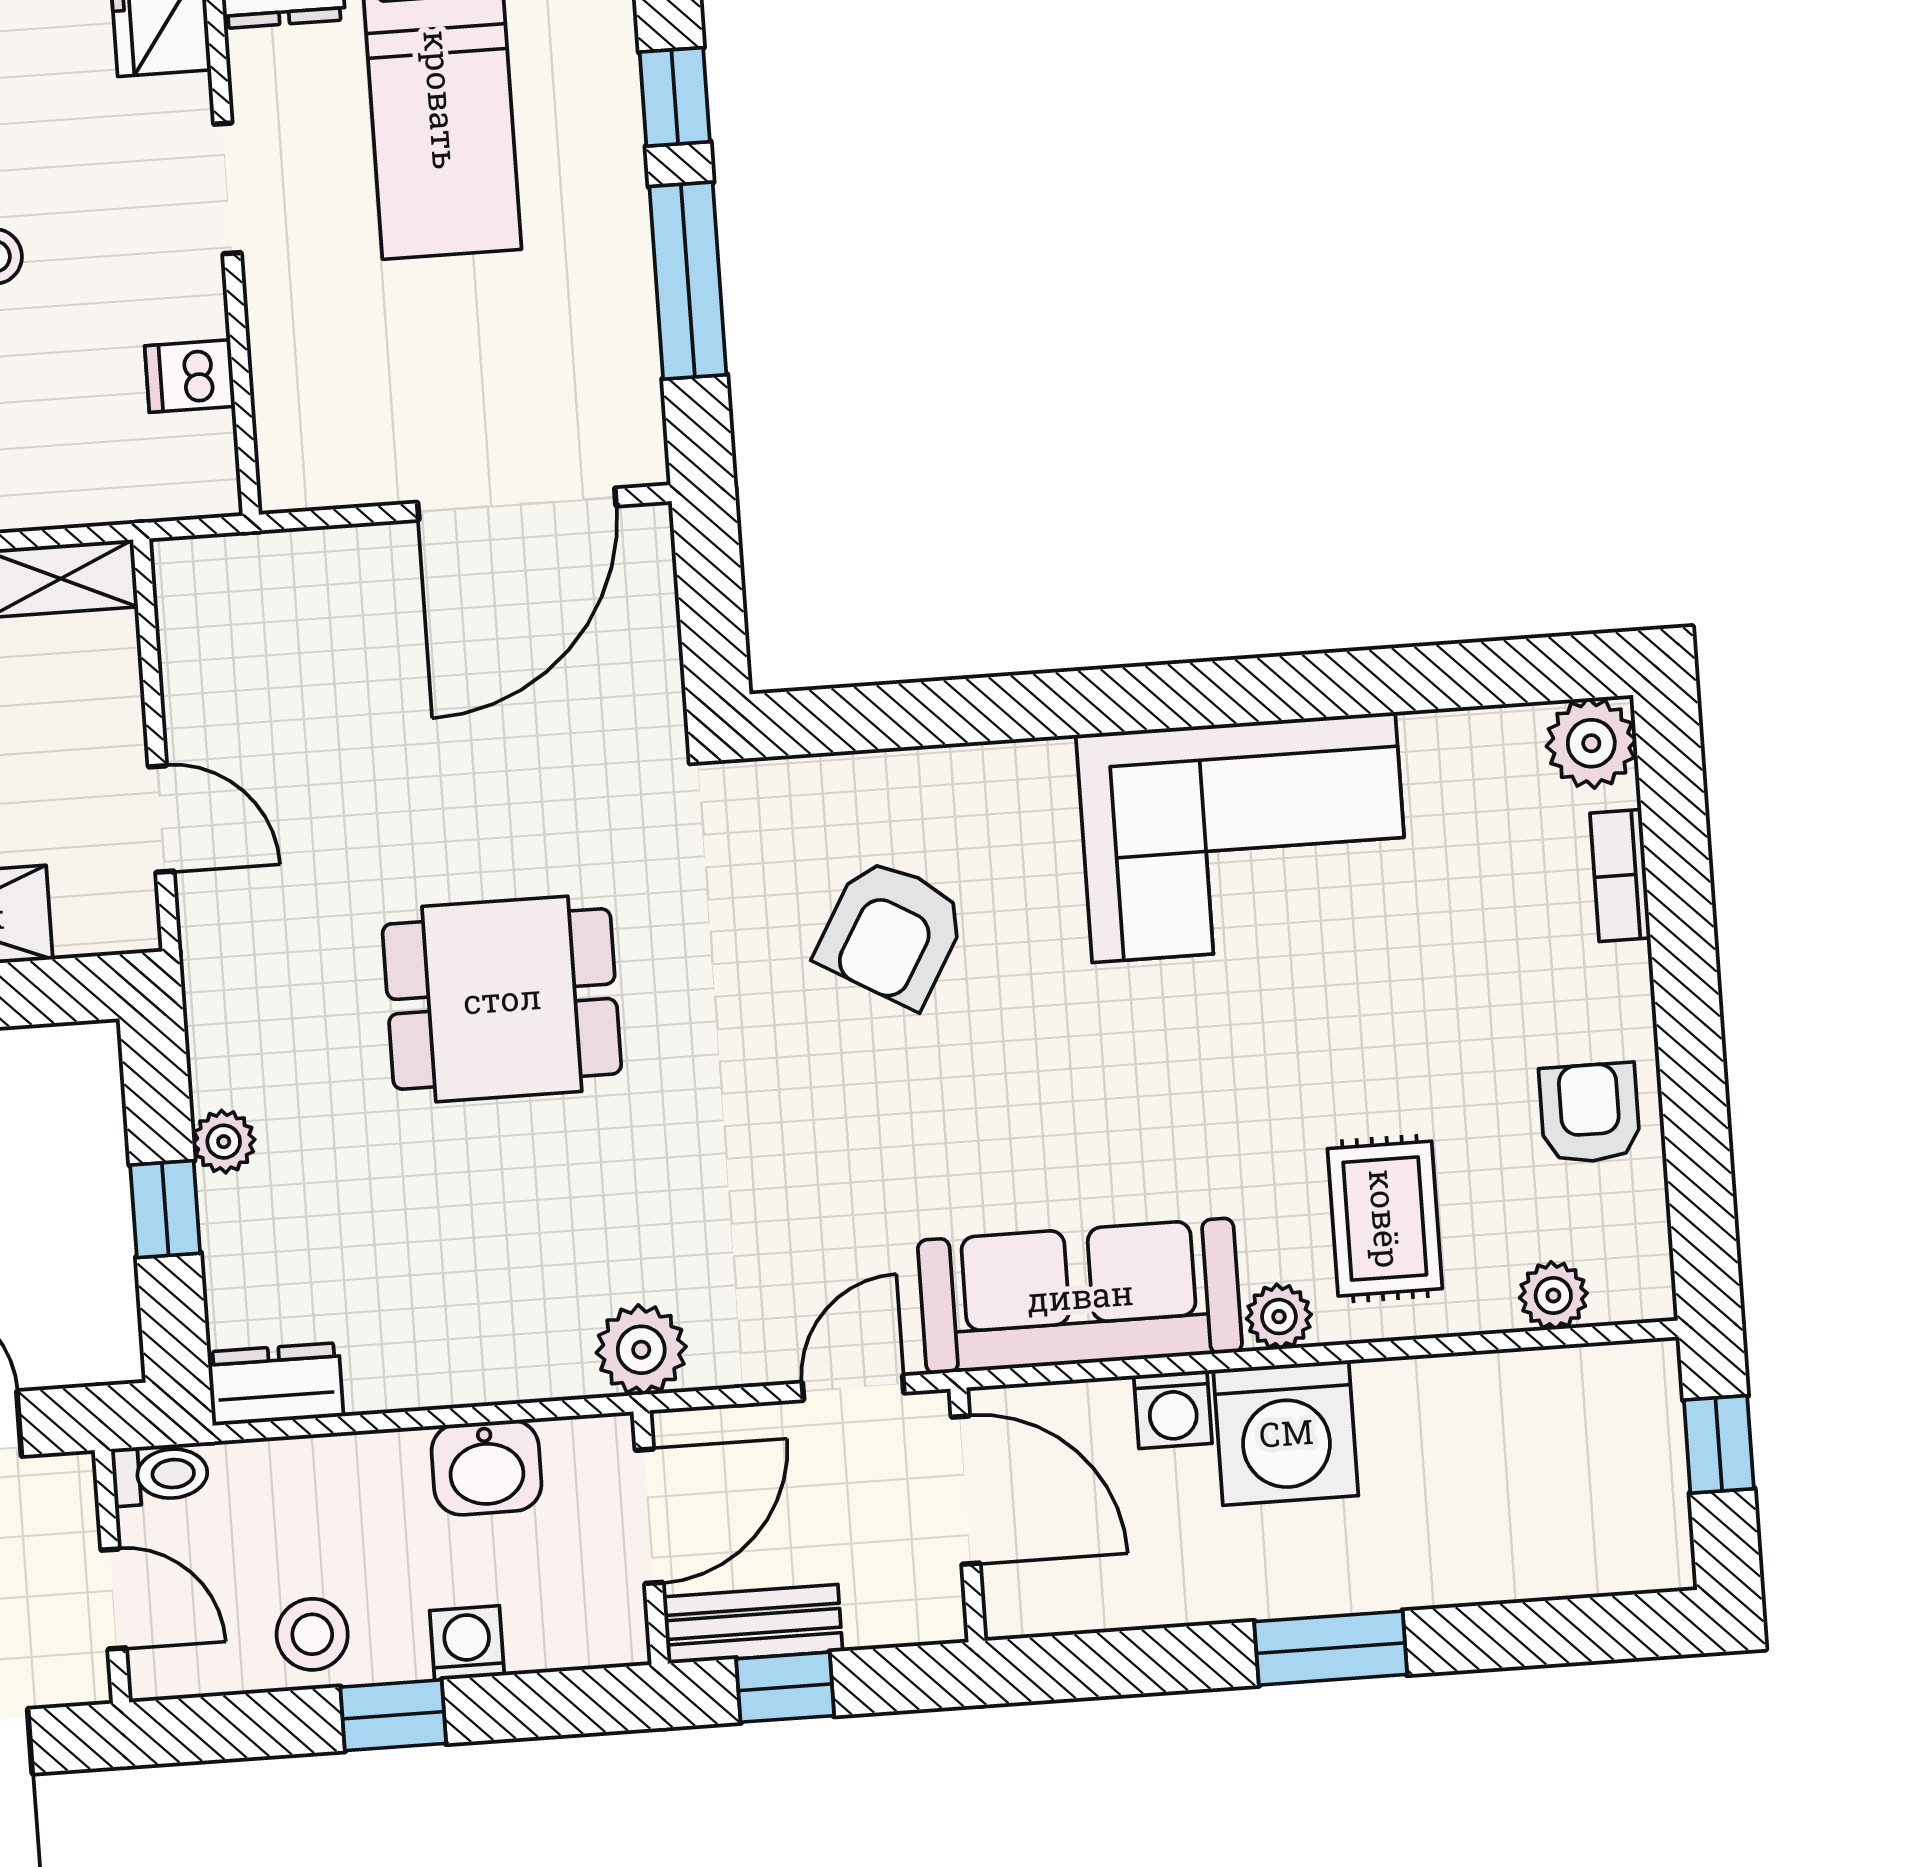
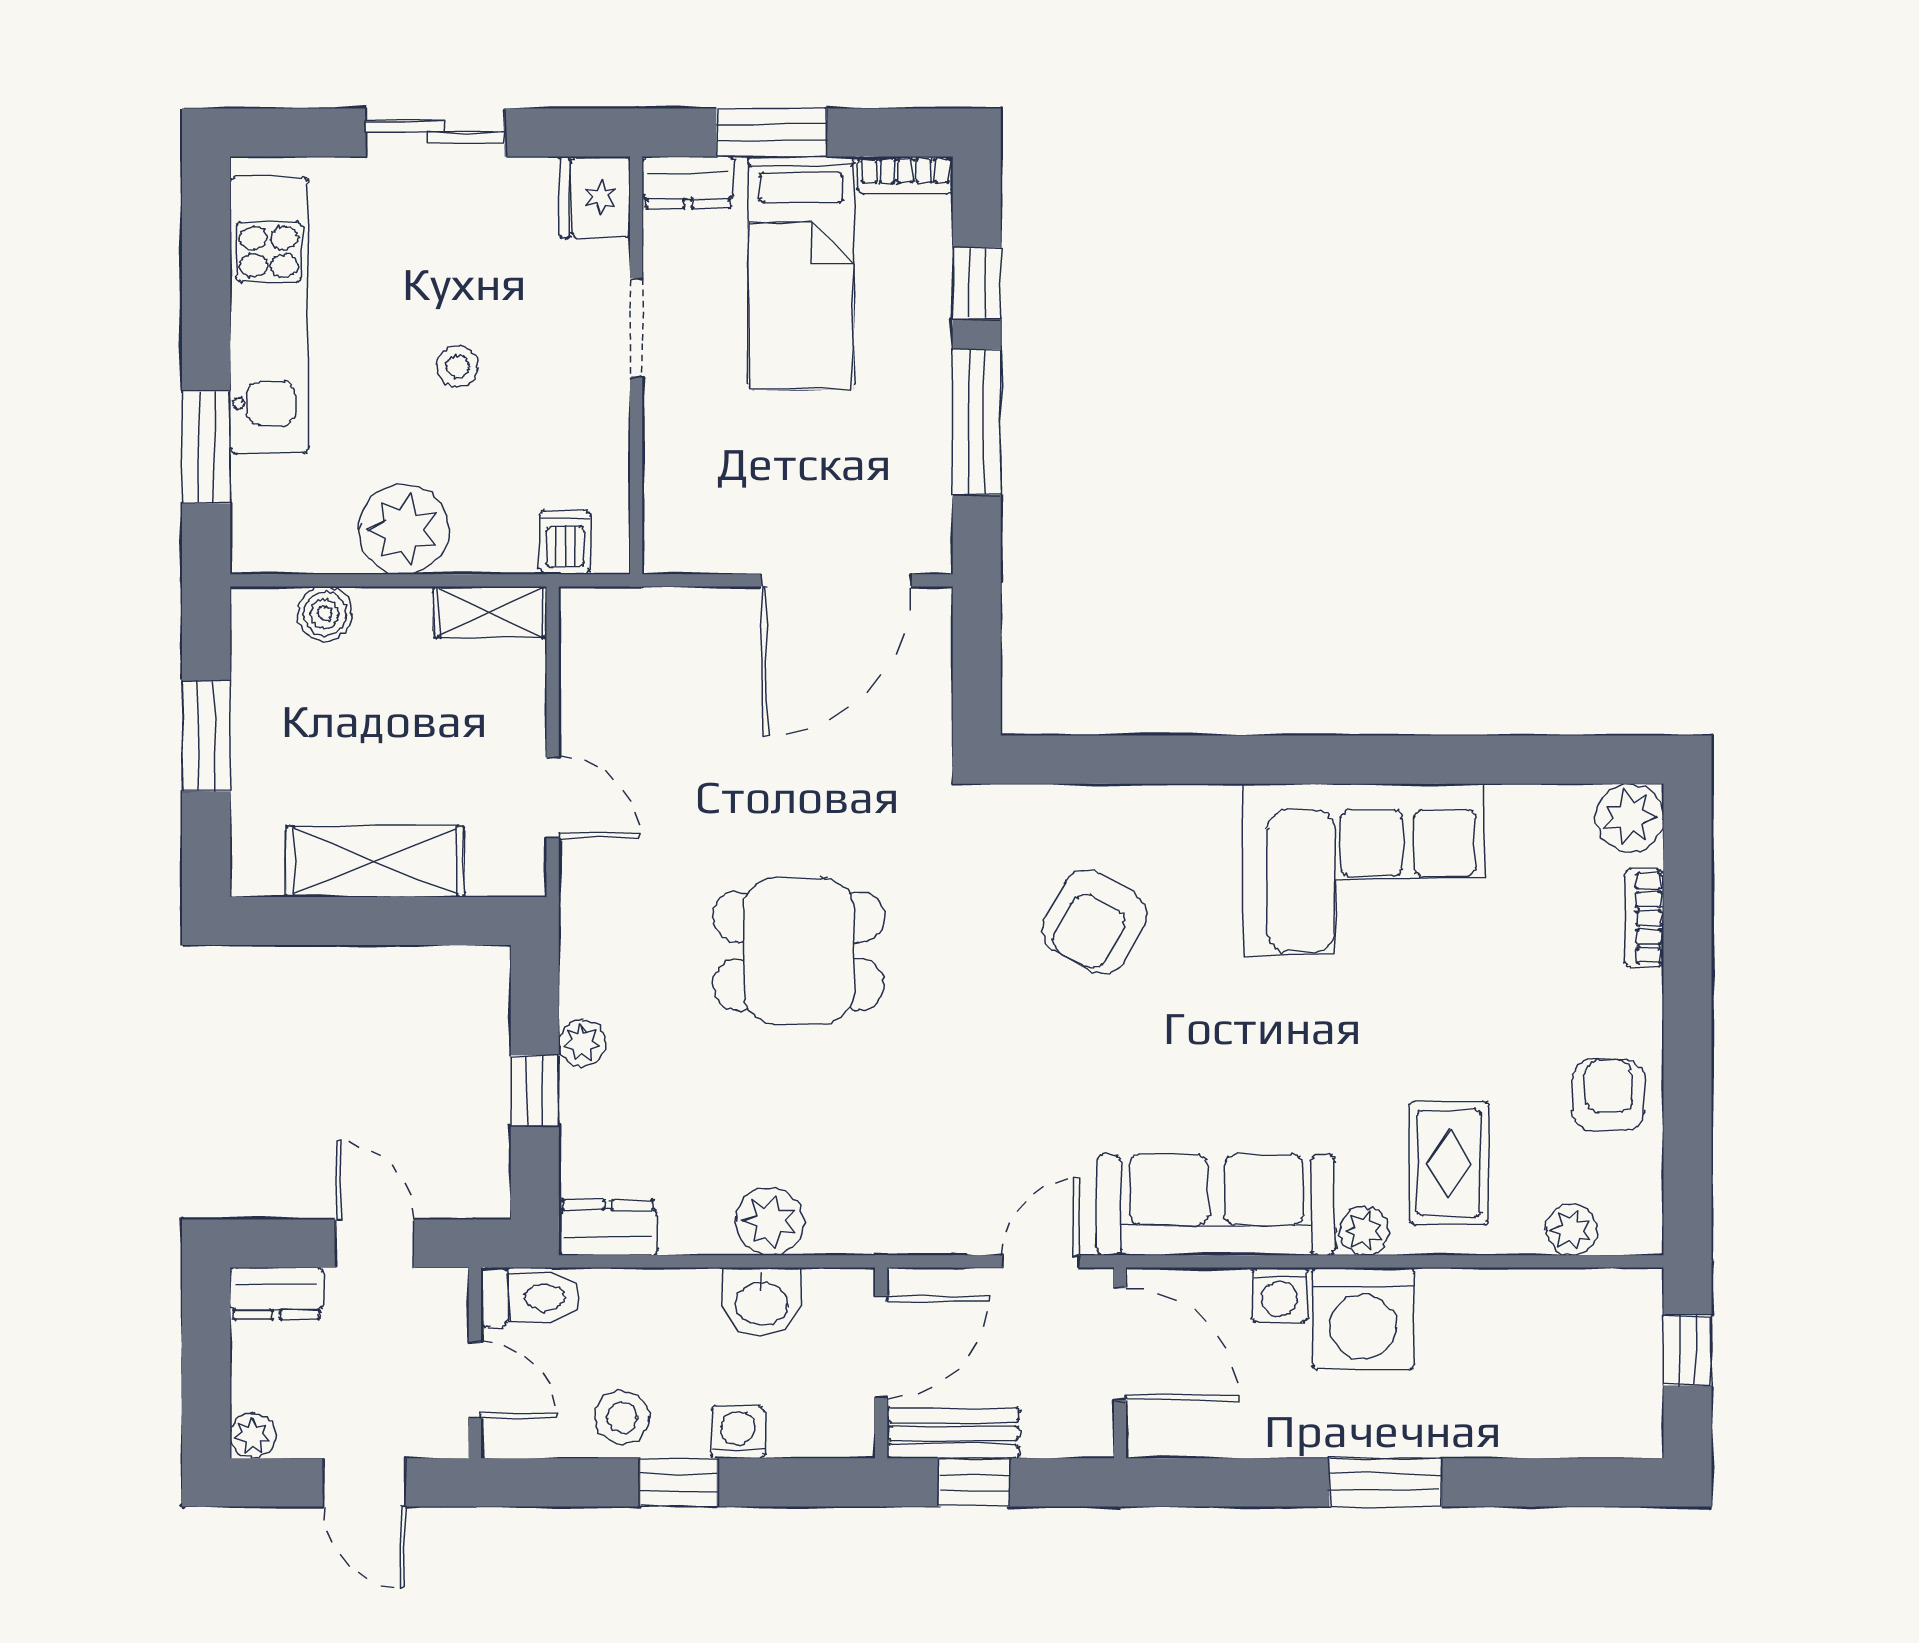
dishwasher: (190, 376) -> (565, 542), moved, turned 90
plant: (641, 1350) -> (769, 1221), moved
toilet: (160, 1474) -> (530, 1297), width x1.37, depth x1.39

